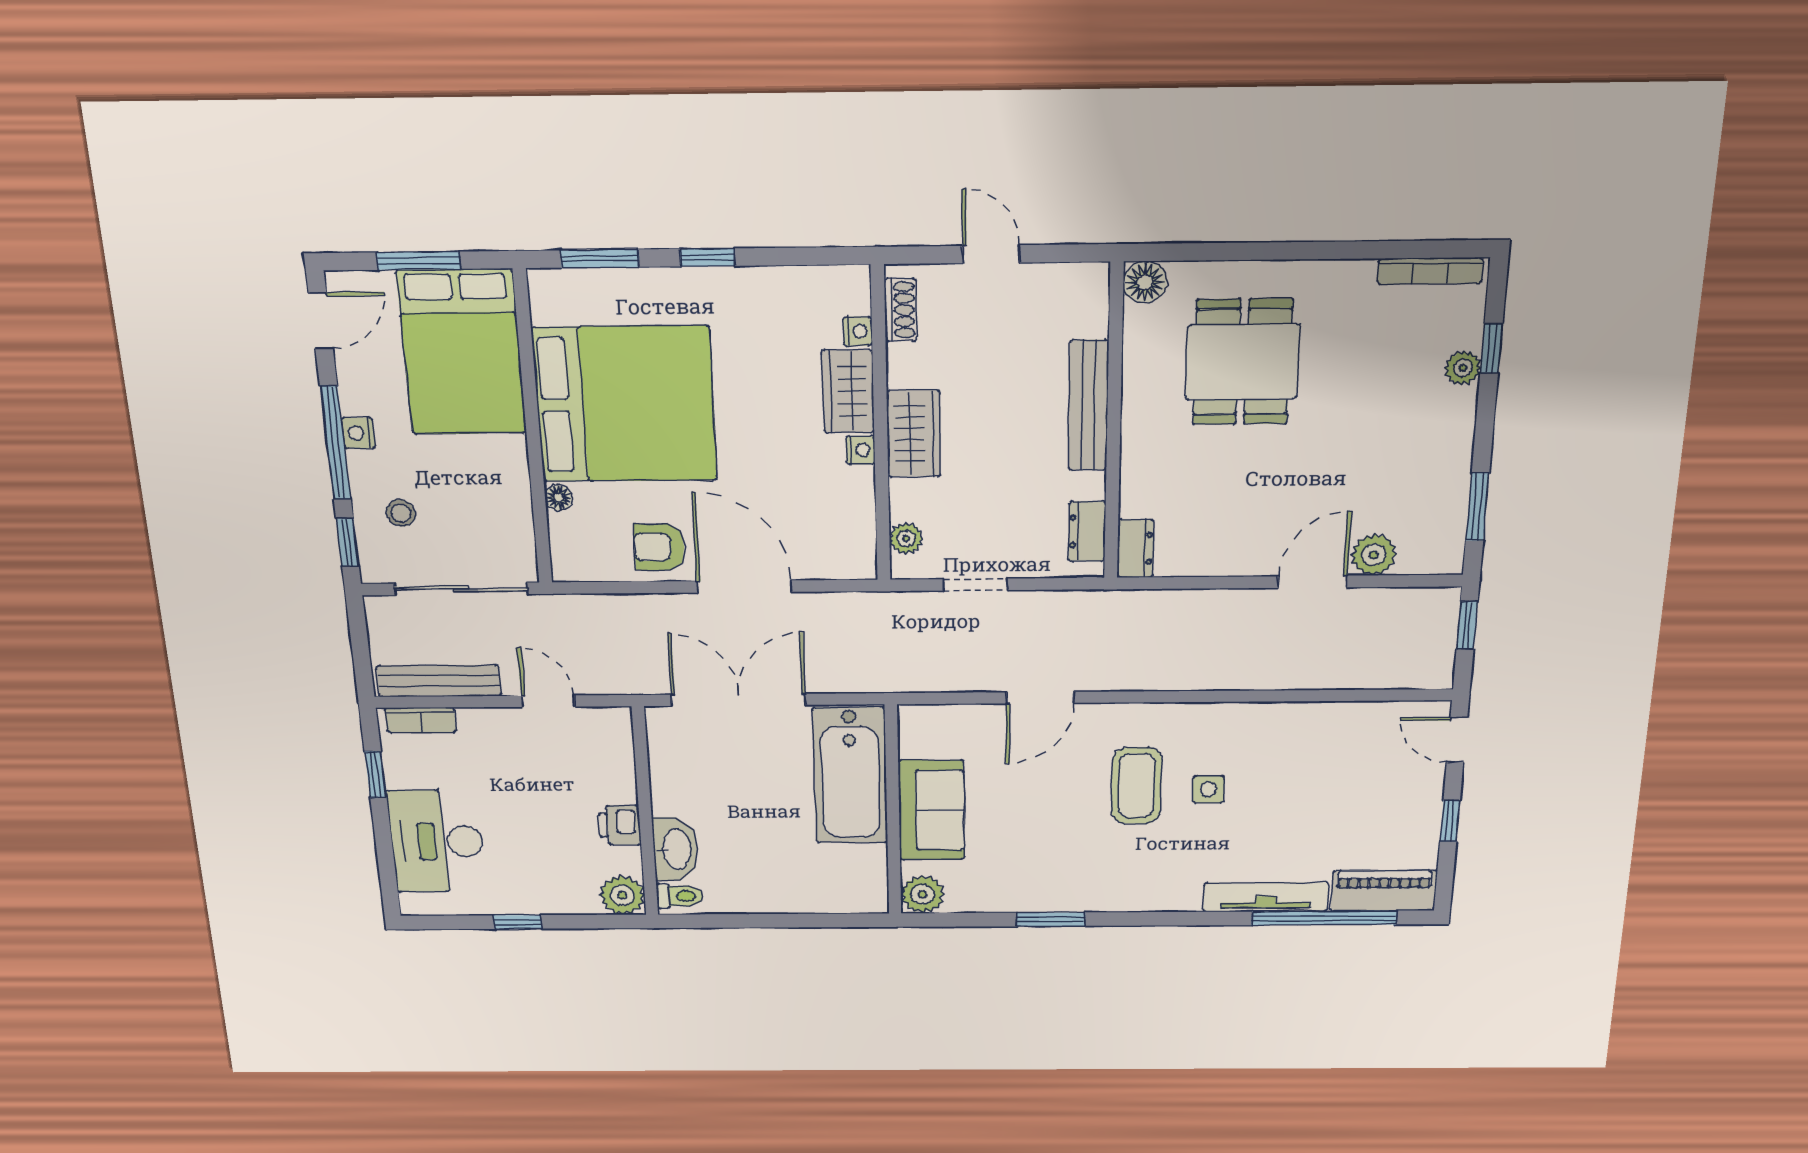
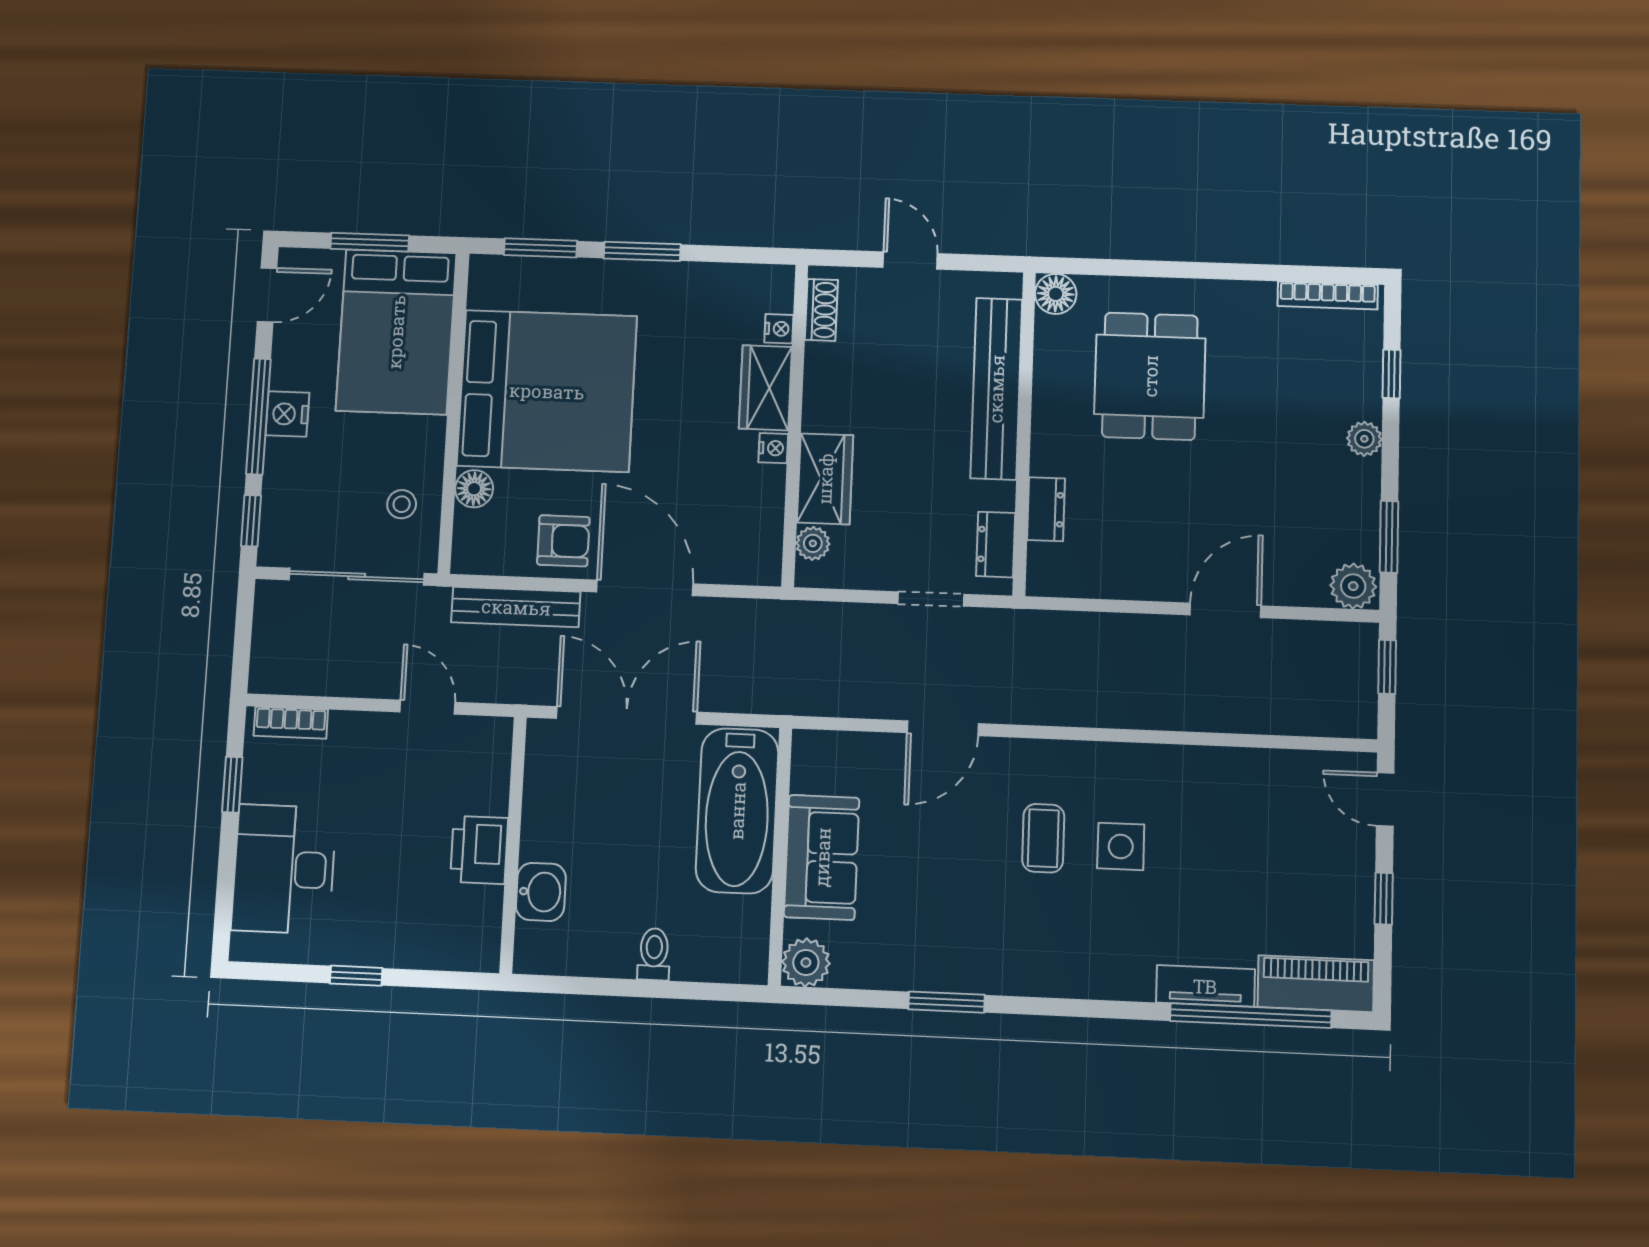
window: (708, 257) -> (642, 251), width x1.50
plant: (1463, 368) -> (1364, 439), moved
bench: (1088, 406) -> (996, 389), width x1.37, depth x1.21
nightstand: (358, 433) -> (287, 414), width x1.39, depth x1.35
wardrobe: (914, 434) -> (825, 479), moved
floor lamp: (559, 498) -> (474, 489), width x1.37, depth x1.37
stool: (401, 513) -> (402, 504), moved
armchair: (659, 547) -> (563, 541), turned 180
dresser: (1135, 548) -> (1046, 509), moved
plant: (1374, 555) -> (1353, 586), moved
doorway: (976, 585) -> (931, 599), moved
bench: (439, 681) -> (516, 607), moved
coffee table: (1137, 786) -> (1043, 838), width x0.73, depth x0.77
side table: (1208, 789) -> (1121, 846), width x1.37, depth x1.37
printer: (620, 825) -> (479, 850), width x1.36, depth x1.24
washbasin: (676, 849) -> (541, 892), width x0.72
plant: (622, 895) -> (476, 947), removed
toilet: (680, 896) -> (654, 954), moved, turned -90
tv unit: (1266, 897) -> (1205, 986), width x0.71

